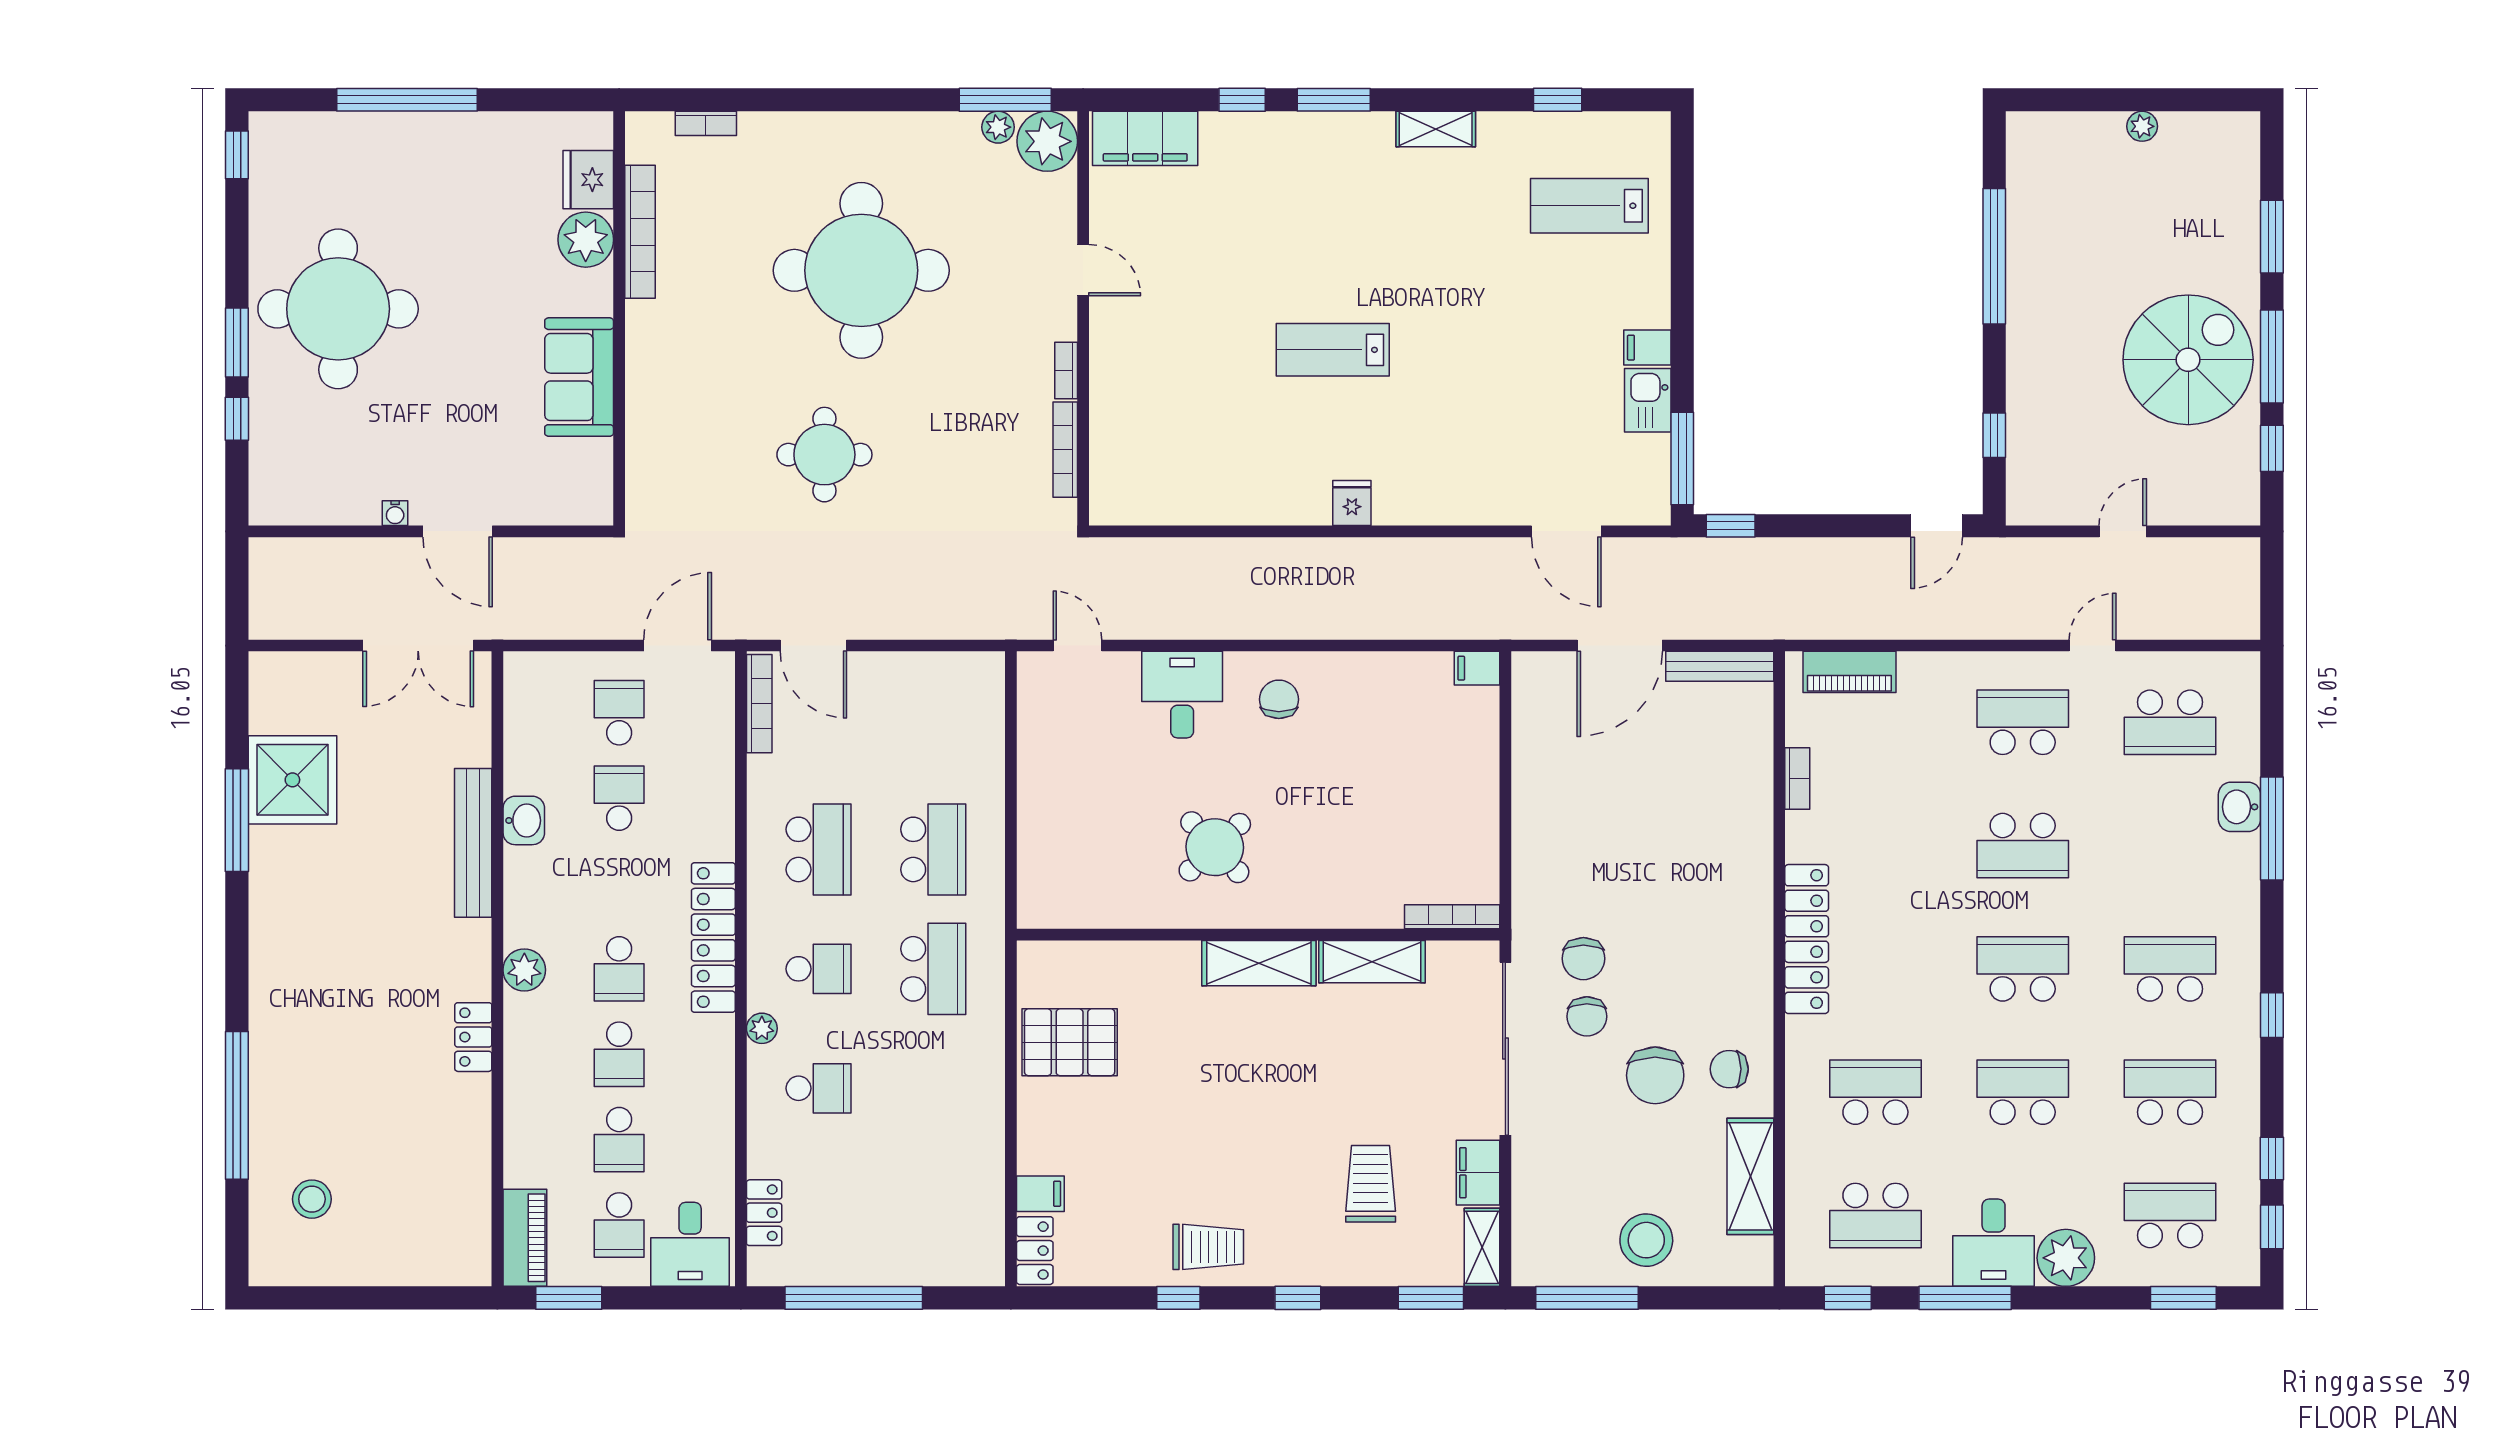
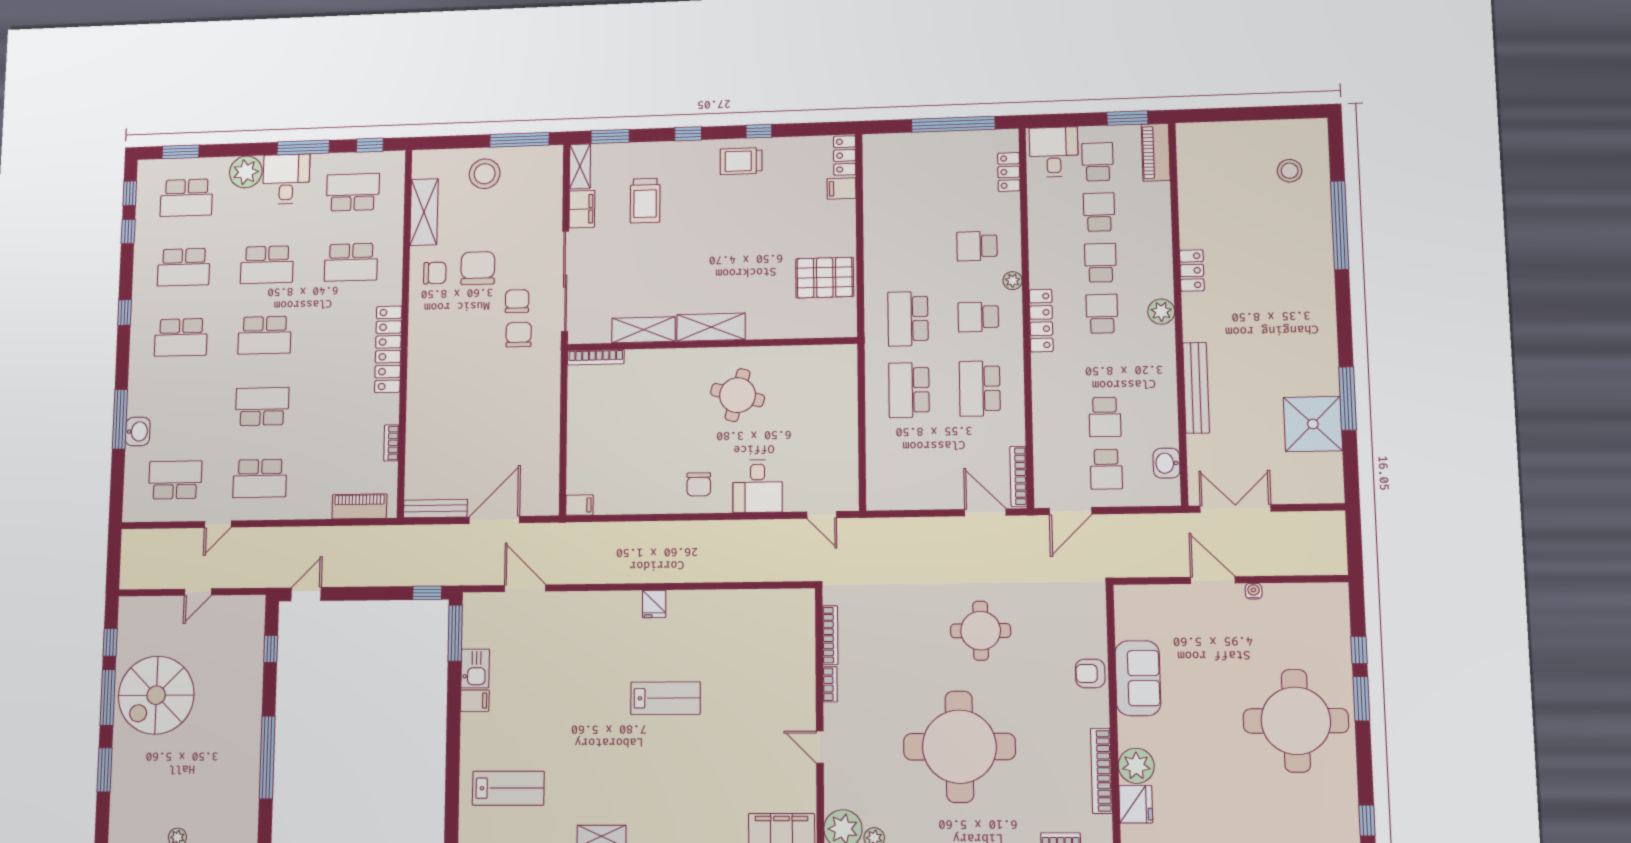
armchair: (653, 385) -> (1090, 673), added
washbasin: (524, 820) -> (1167, 463), moved
round table: (1215, 847) -> (738, 395), turned -32
locker: (713, 938) -> (1041, 321), width x0.71, depth x0.83

